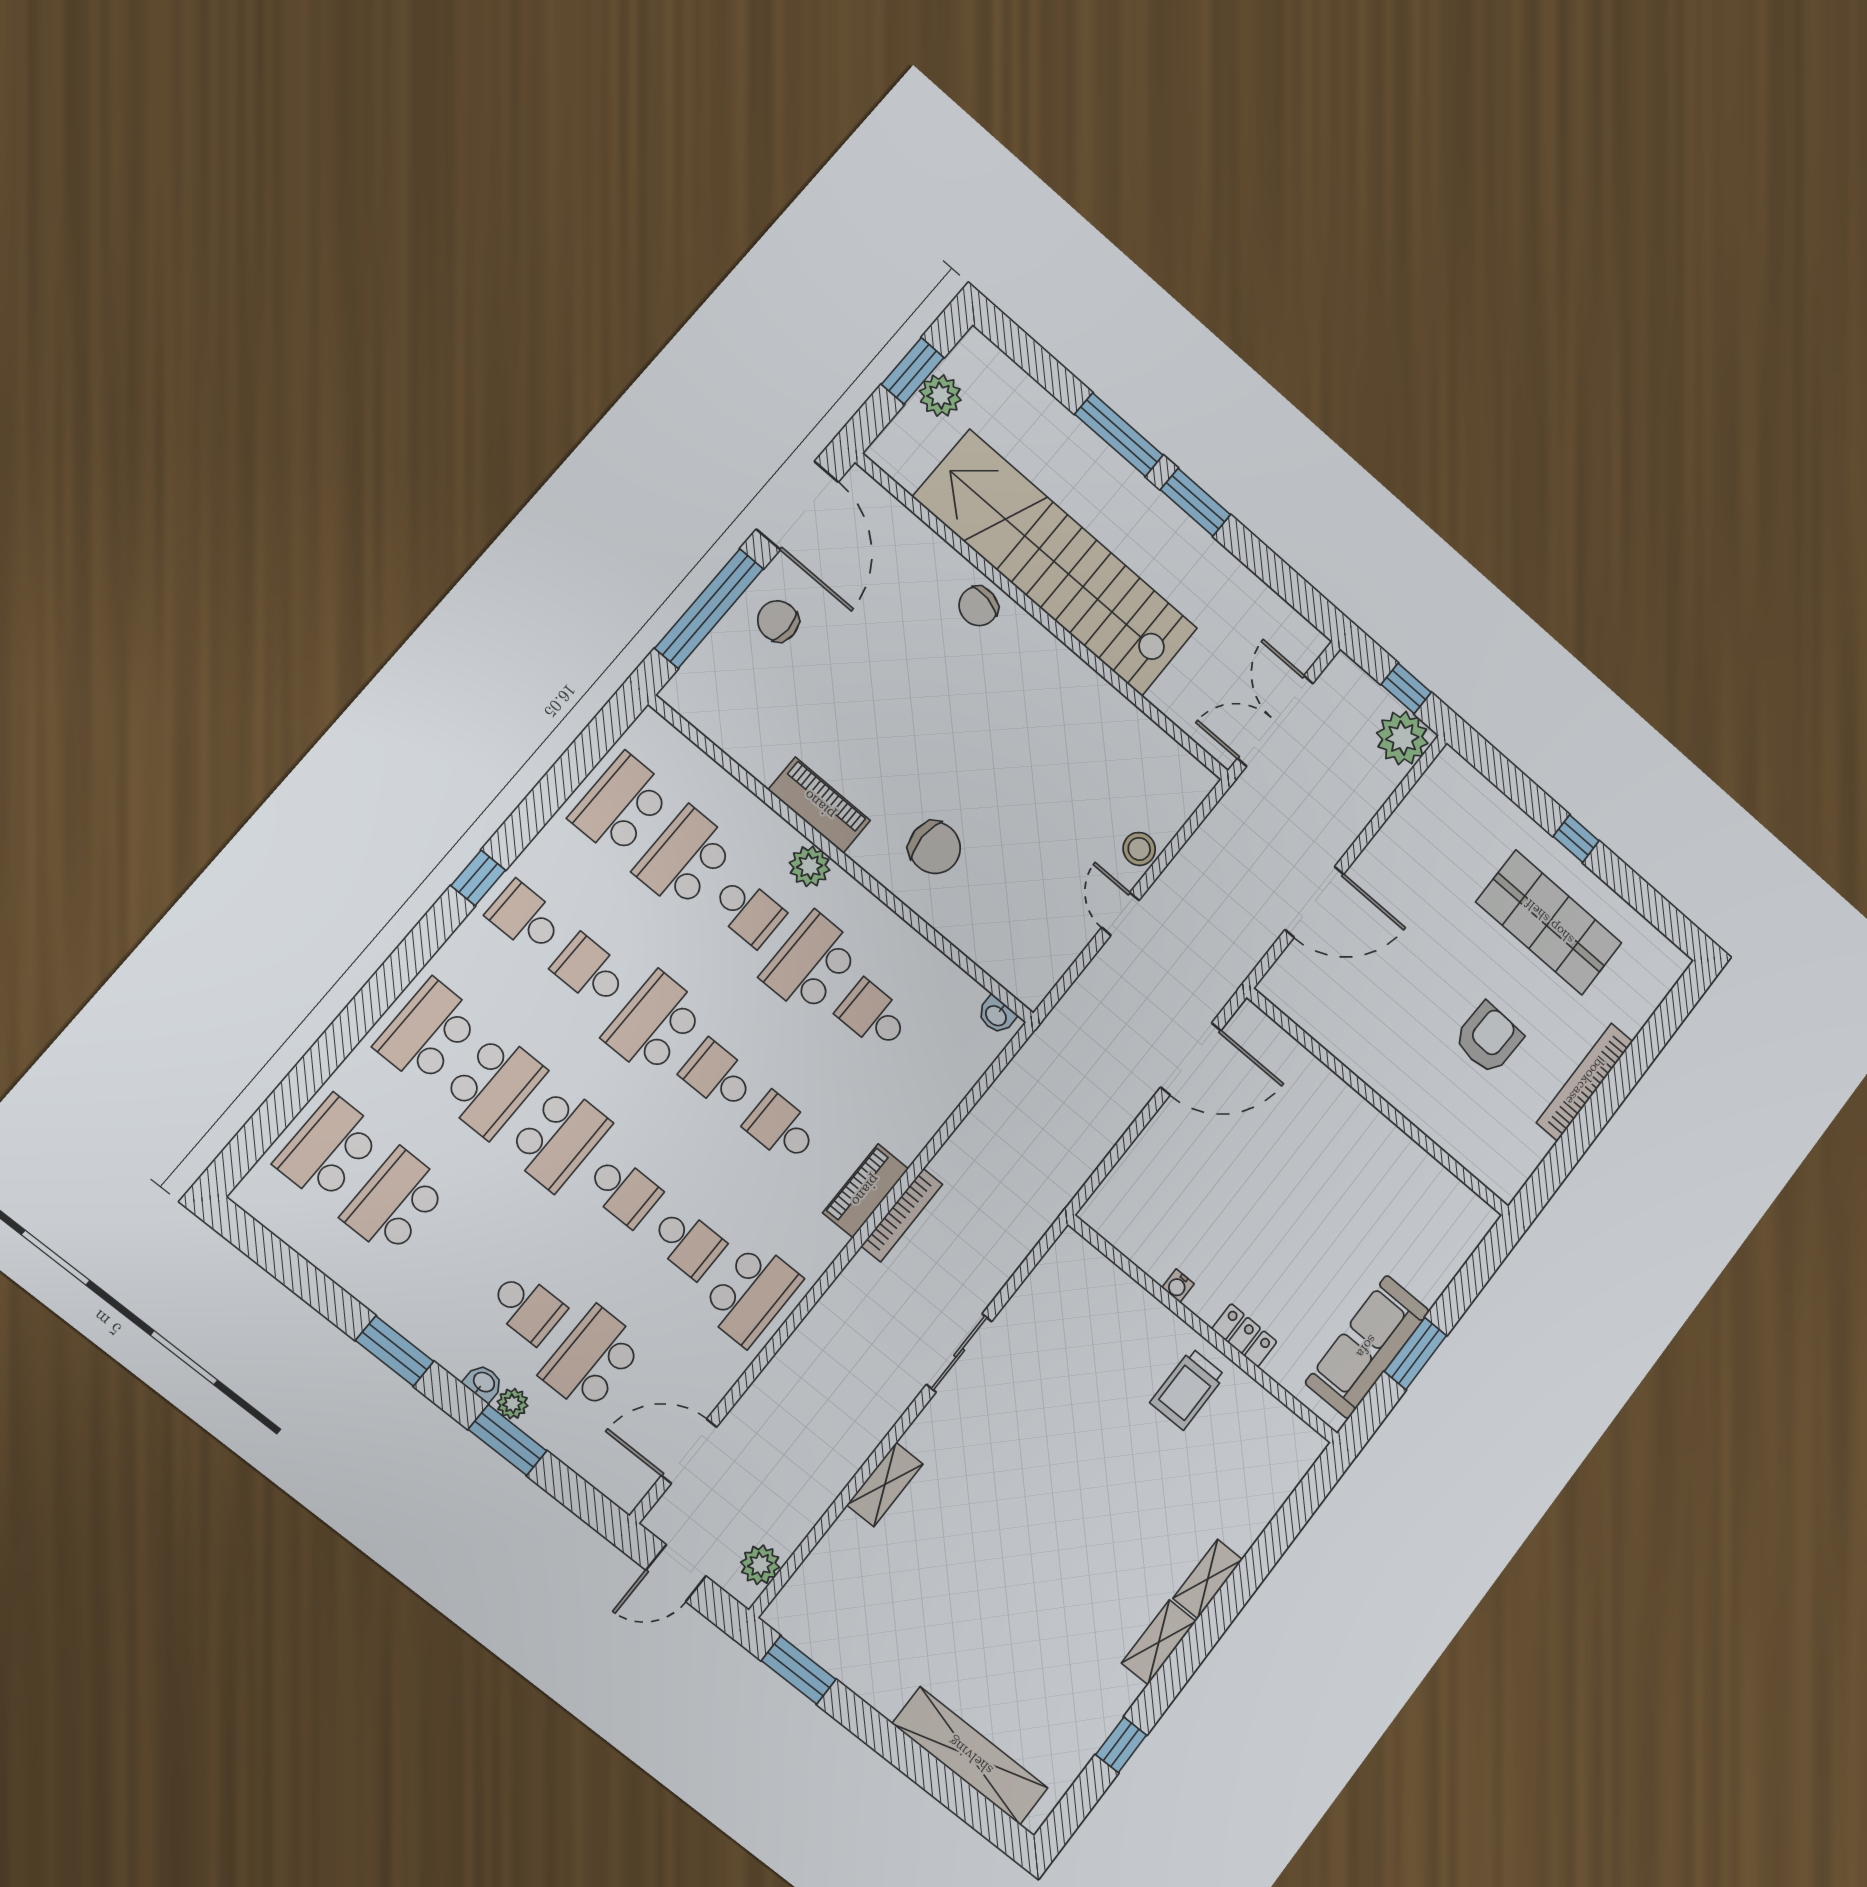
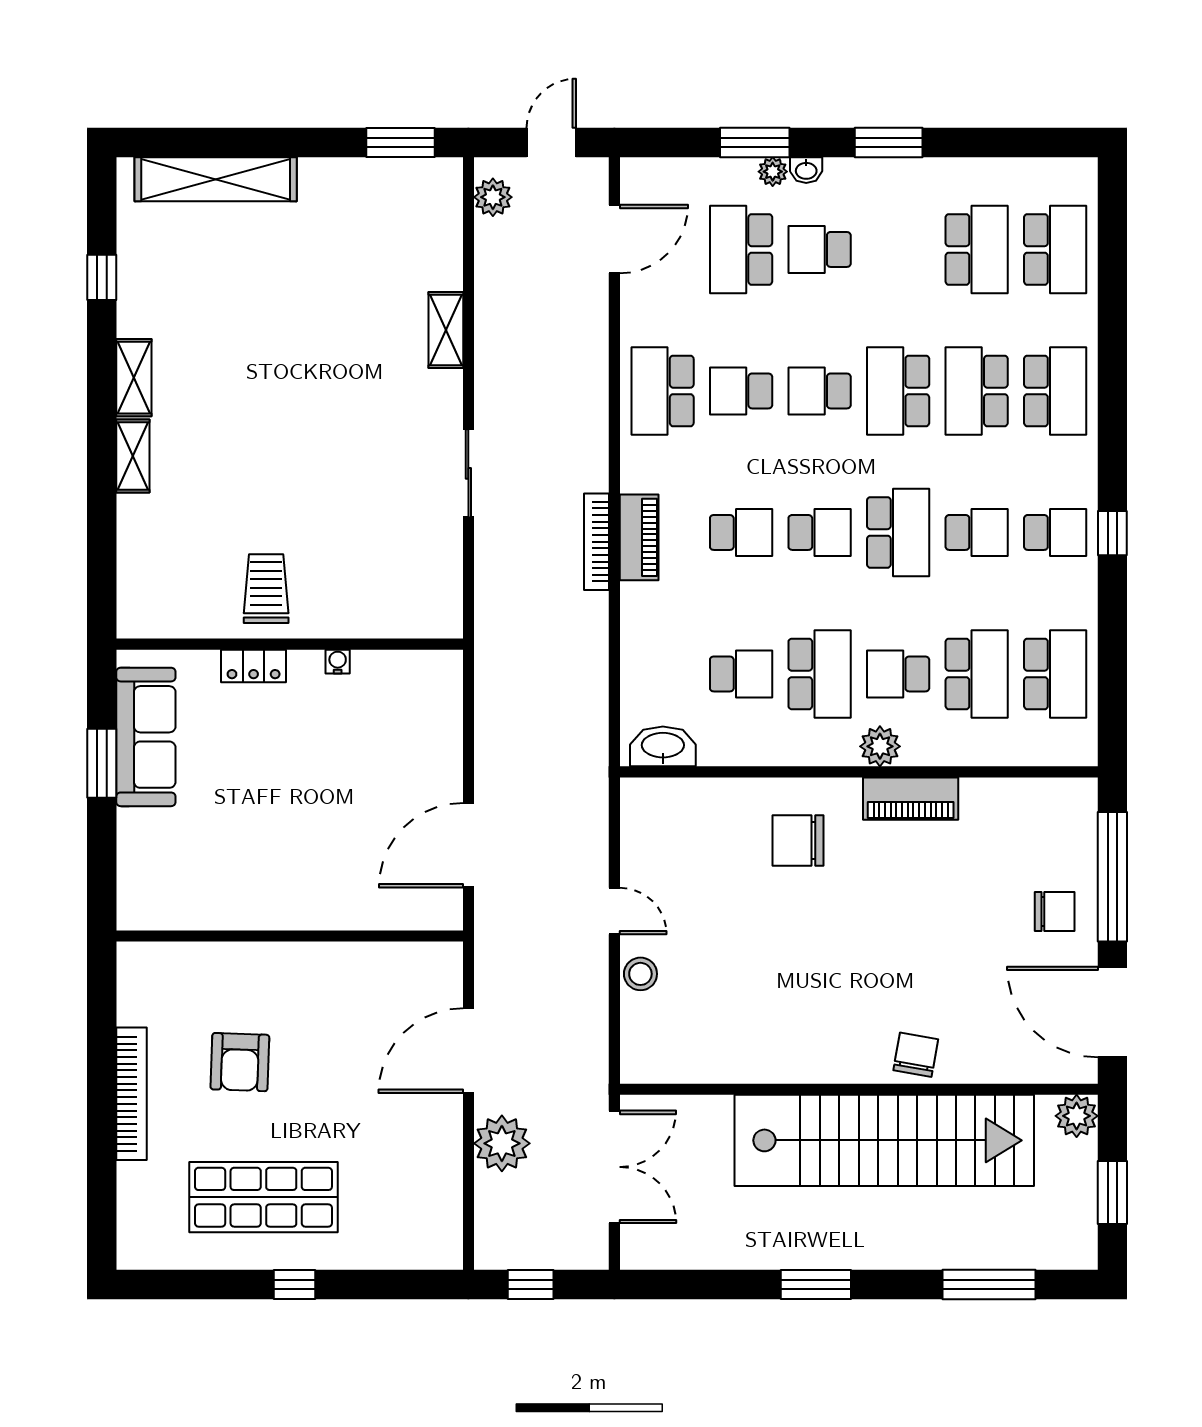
plant: (940, 396) -> (1077, 1116), moved
window: (1119, 435) -> (989, 1284), moved
plant: (1402, 738) -> (502, 1143), moved
washbasin: (996, 1015) -> (663, 746), width x1.91, depth x1.45
school desk: (592, 1359) -> (741, 249), turned 180

